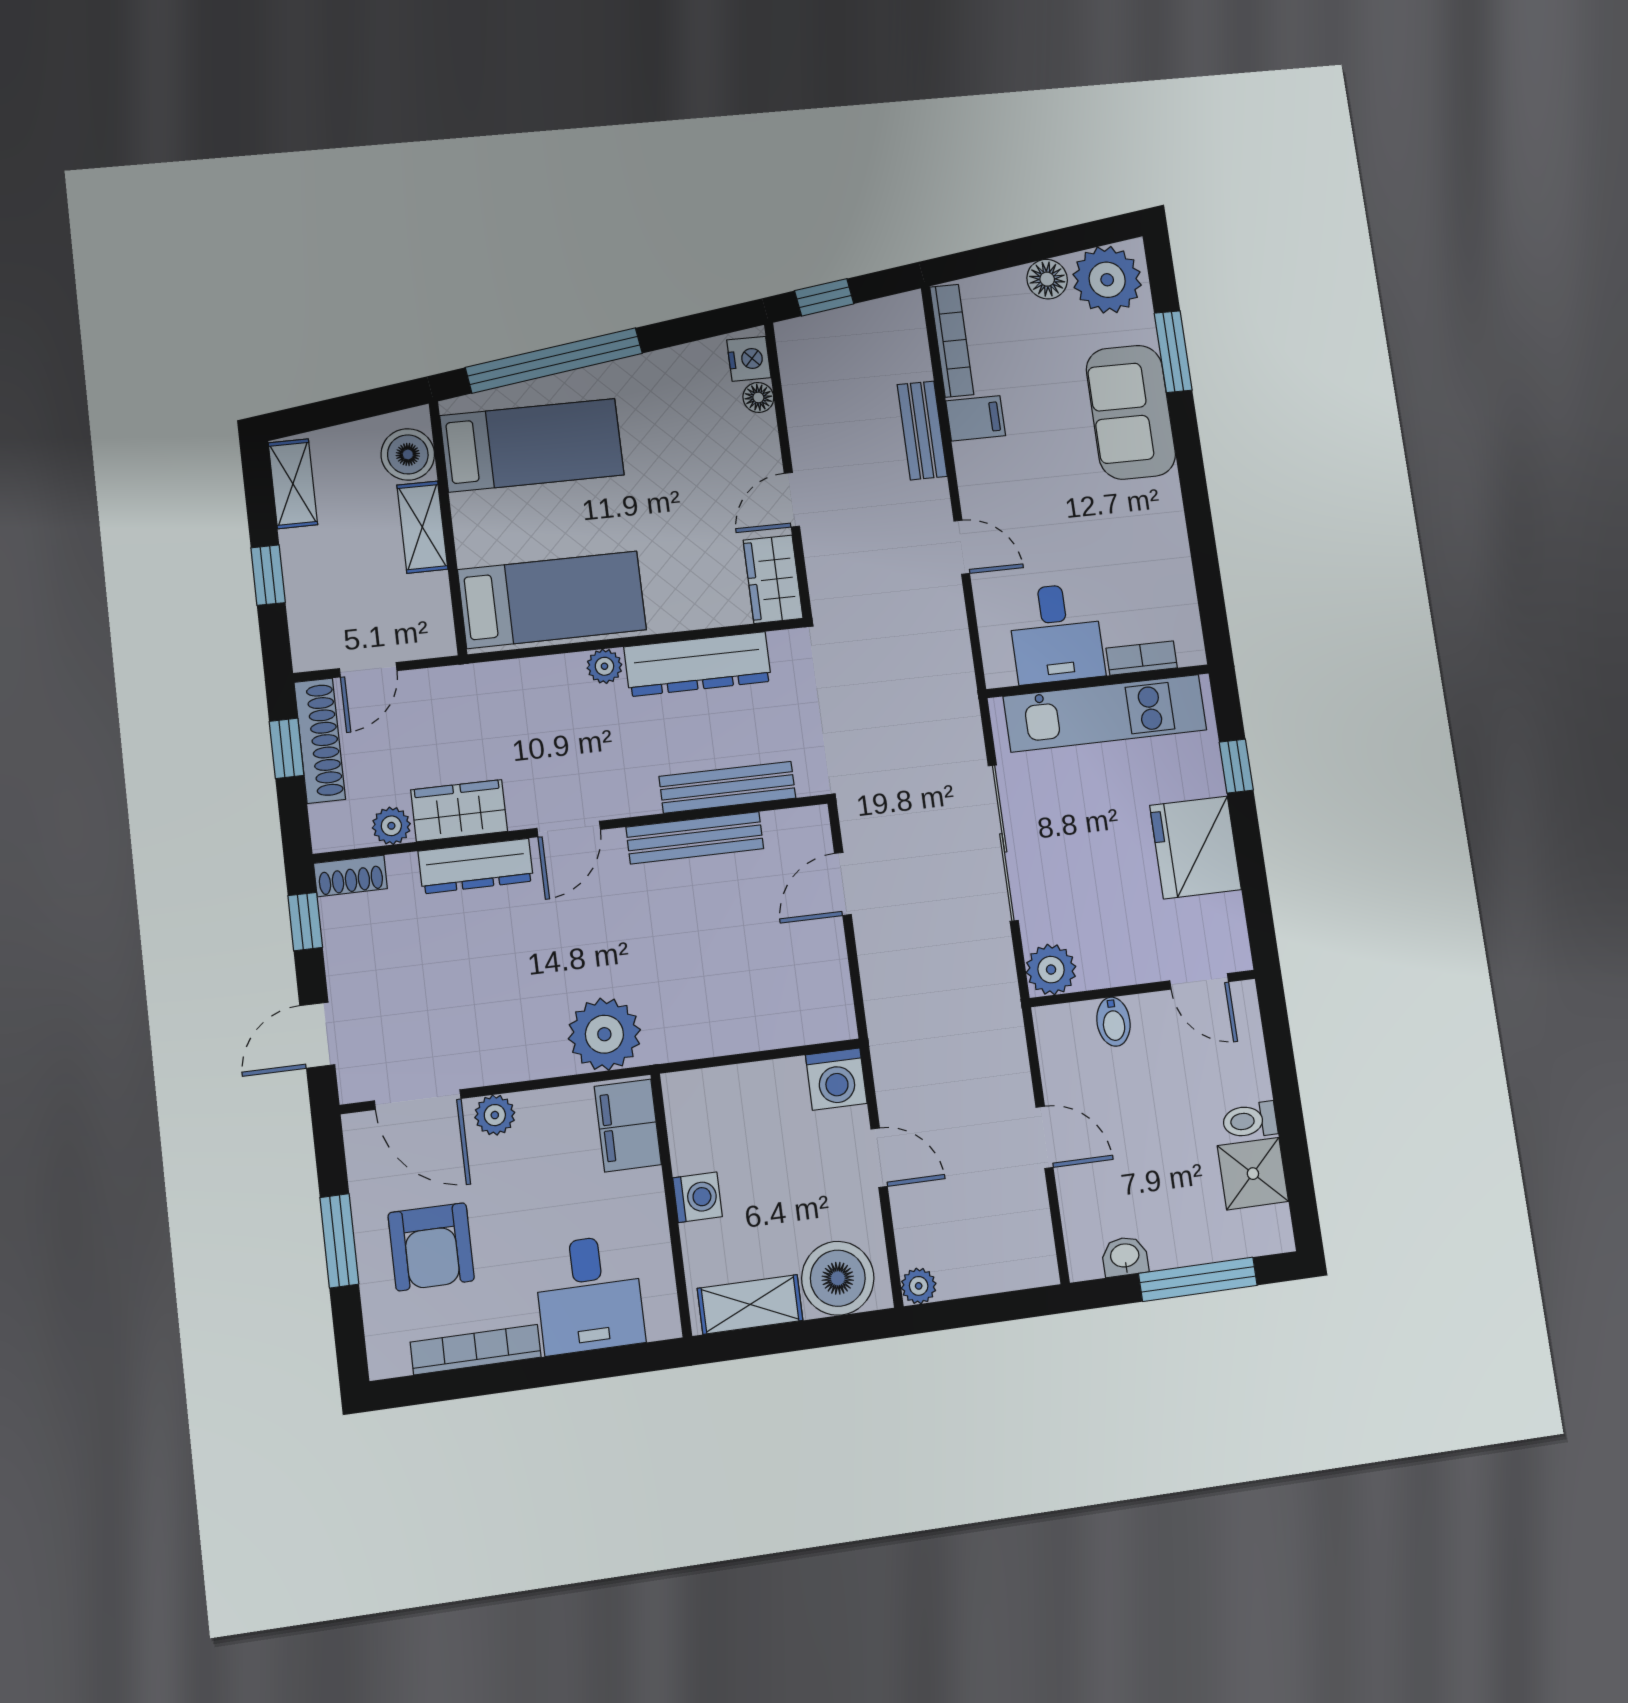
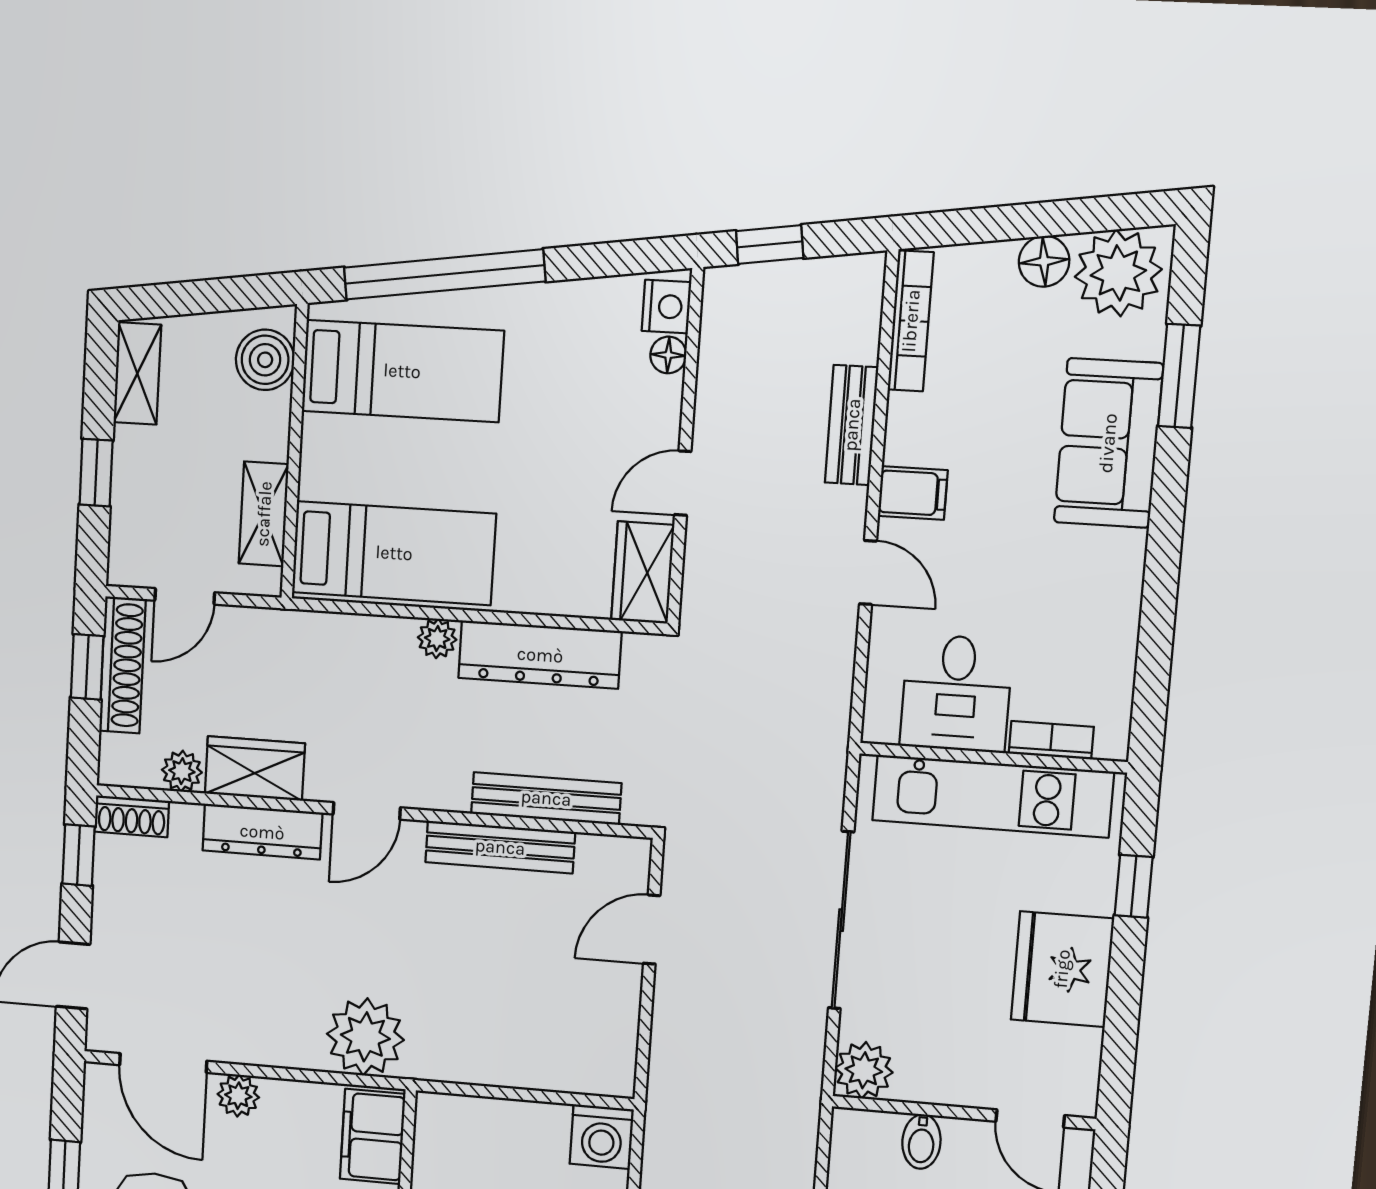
filing cabinet: (976, 418) -> (913, 493), moved
shelving: (422, 527) -> (264, 514), moved

